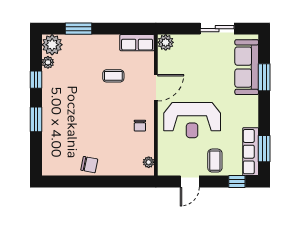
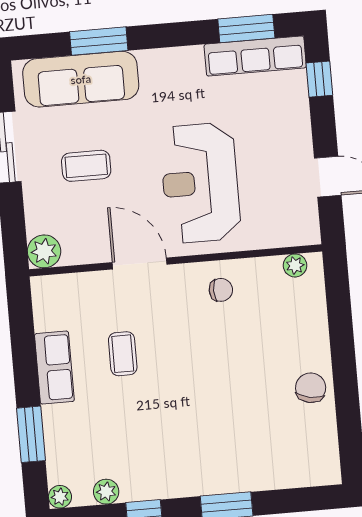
row of seats: (137, 43) -> (54, 368), moved
plant: (52, 45) -> (60, 497), width x0.53, depth x0.53
reception desk: (192, 120) -> (200, 183), turned 180
coffee table: (215, 161) -> (86, 166), moved

